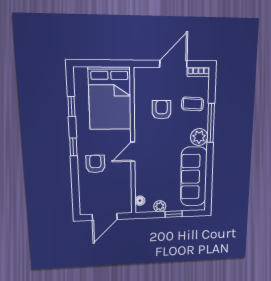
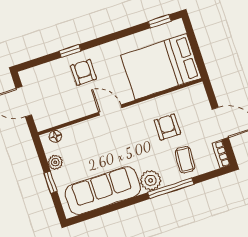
window: (71, 107) -> (160, 21), moved
armchair: (162, 110) -> (167, 127), turned -90
window: (73, 147) -> (70, 51), moved
armchair: (95, 164) -> (83, 72), turned -90

